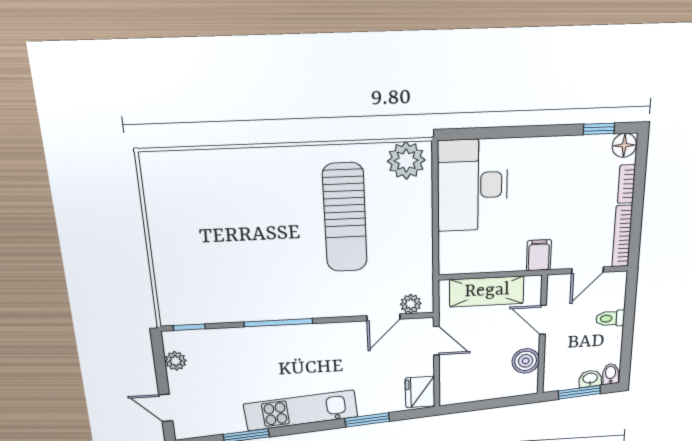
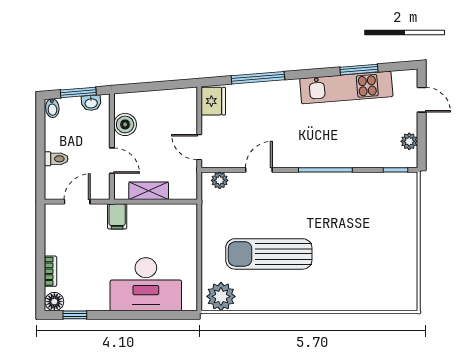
desk: (473, 185) -> (146, 284), moved, turned 90
sun lounger: (345, 218) -> (269, 254), turned -90
bookcase: (622, 236) -> (51, 229), removed
shelving: (487, 291) -> (149, 191), width x0.67, depth x0.75
door: (384, 317) -> (259, 170), moved
washbasin: (590, 379) -> (91, 103), moved
kitchen unit: (301, 410) -> (346, 87), moved
window: (367, 420) -> (258, 78), width x1.44

